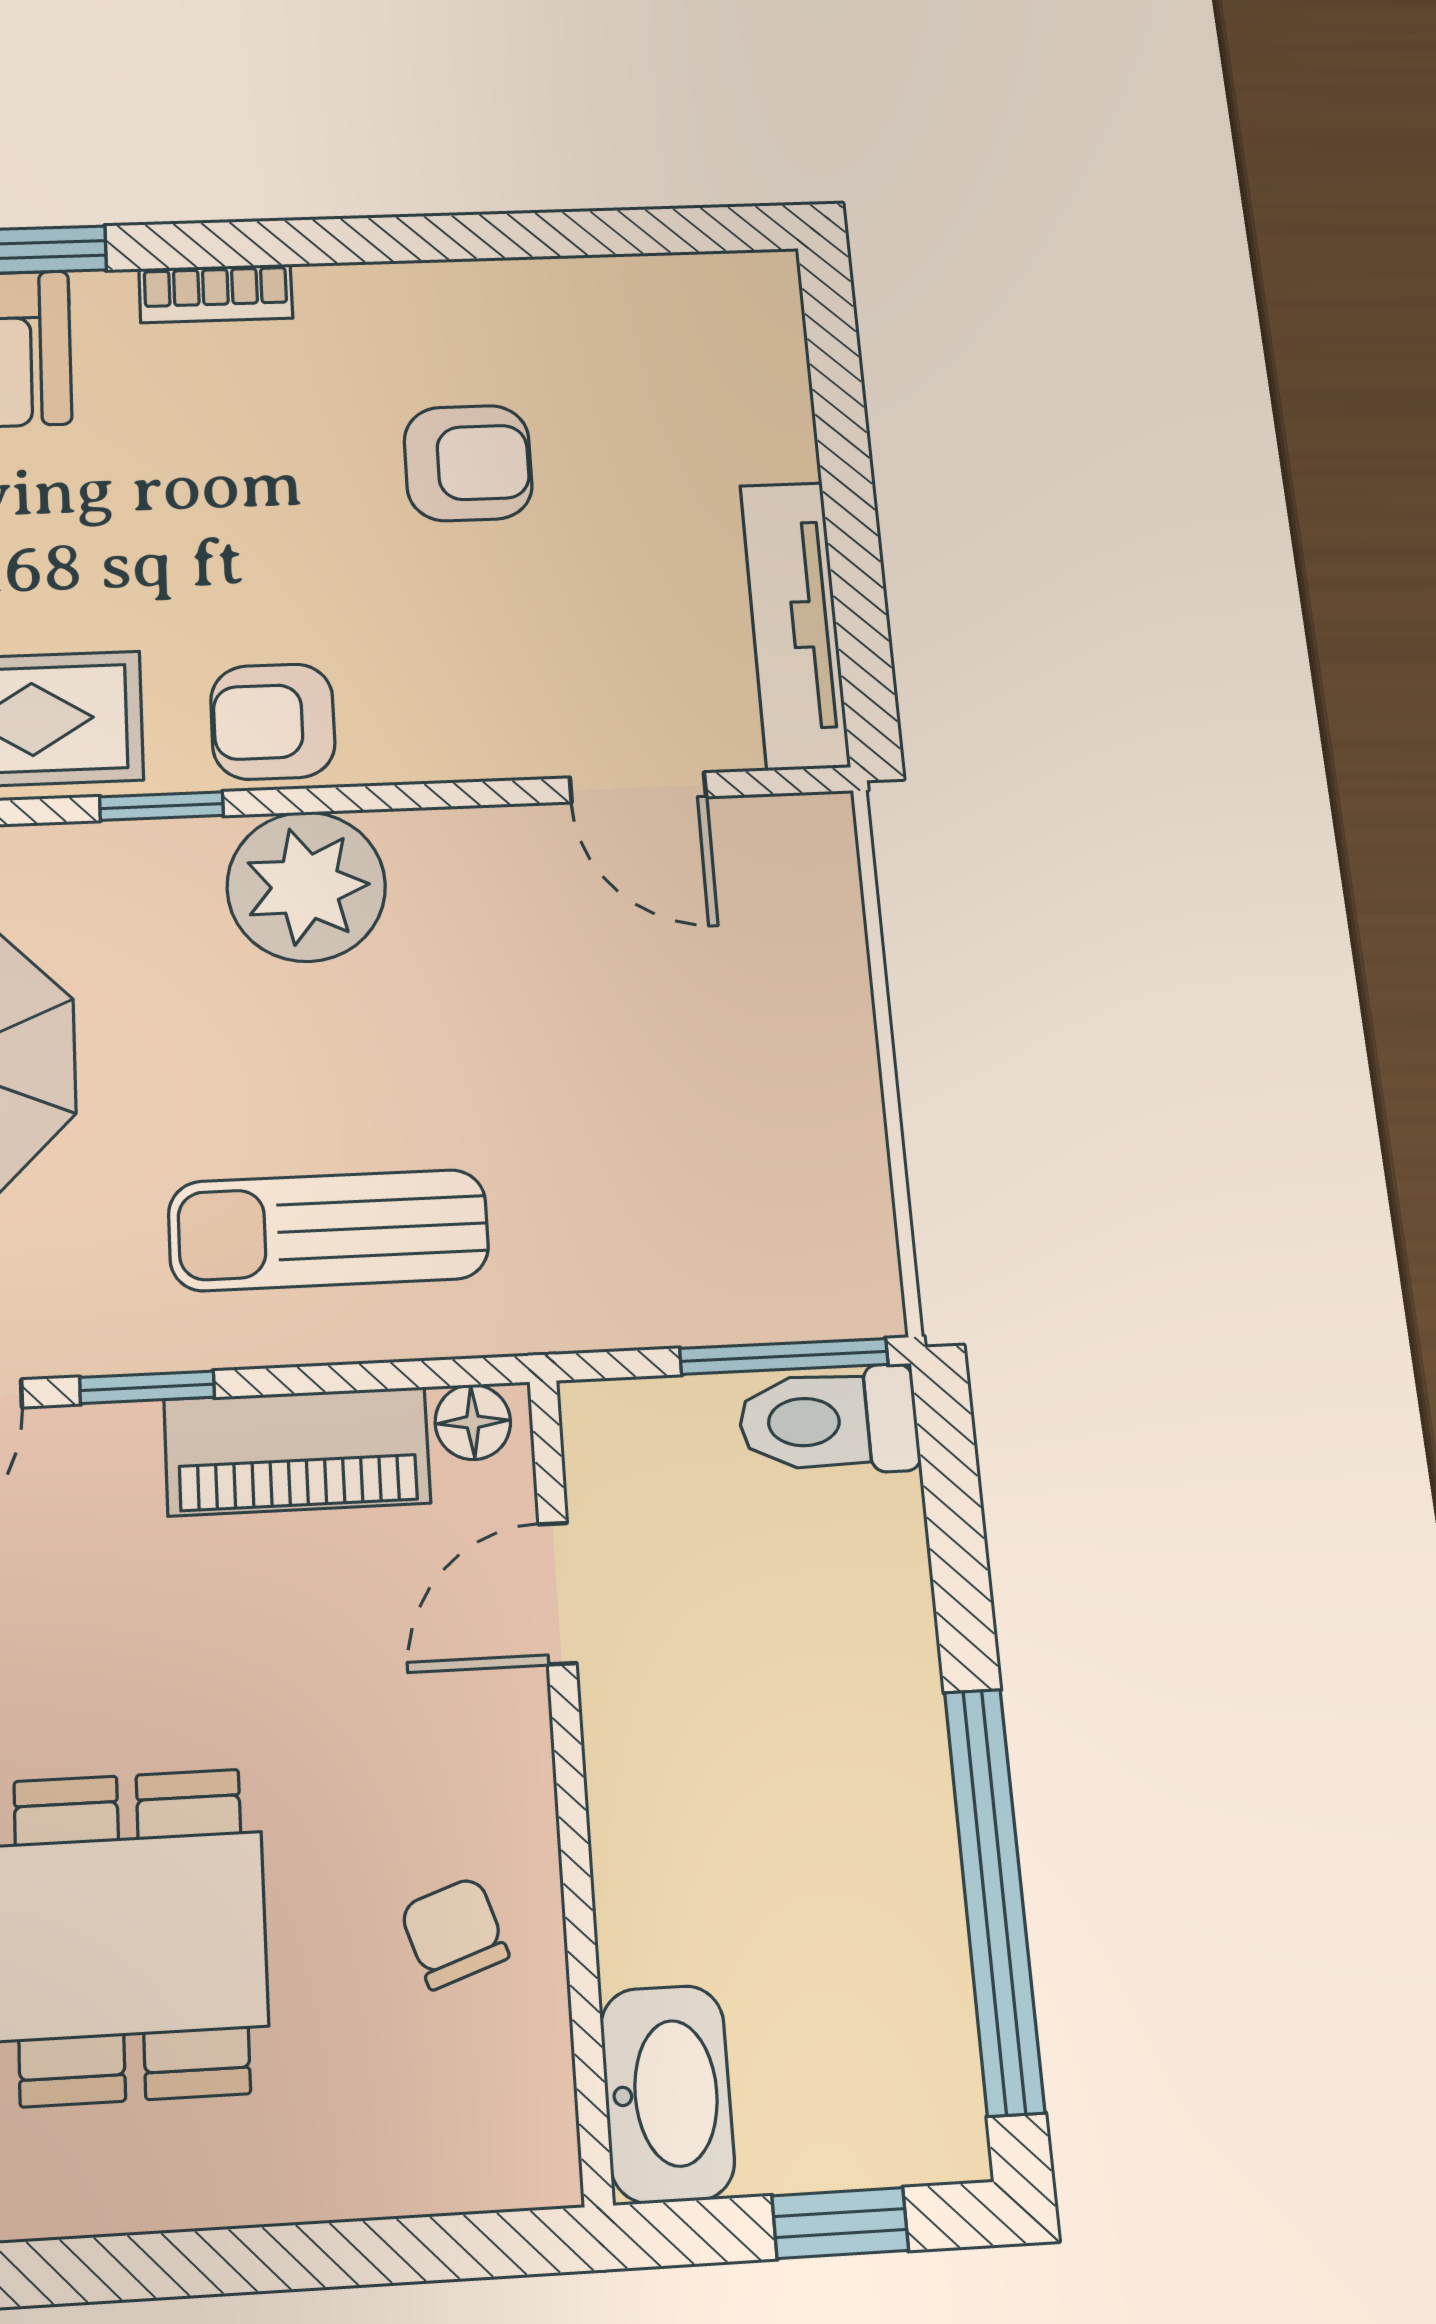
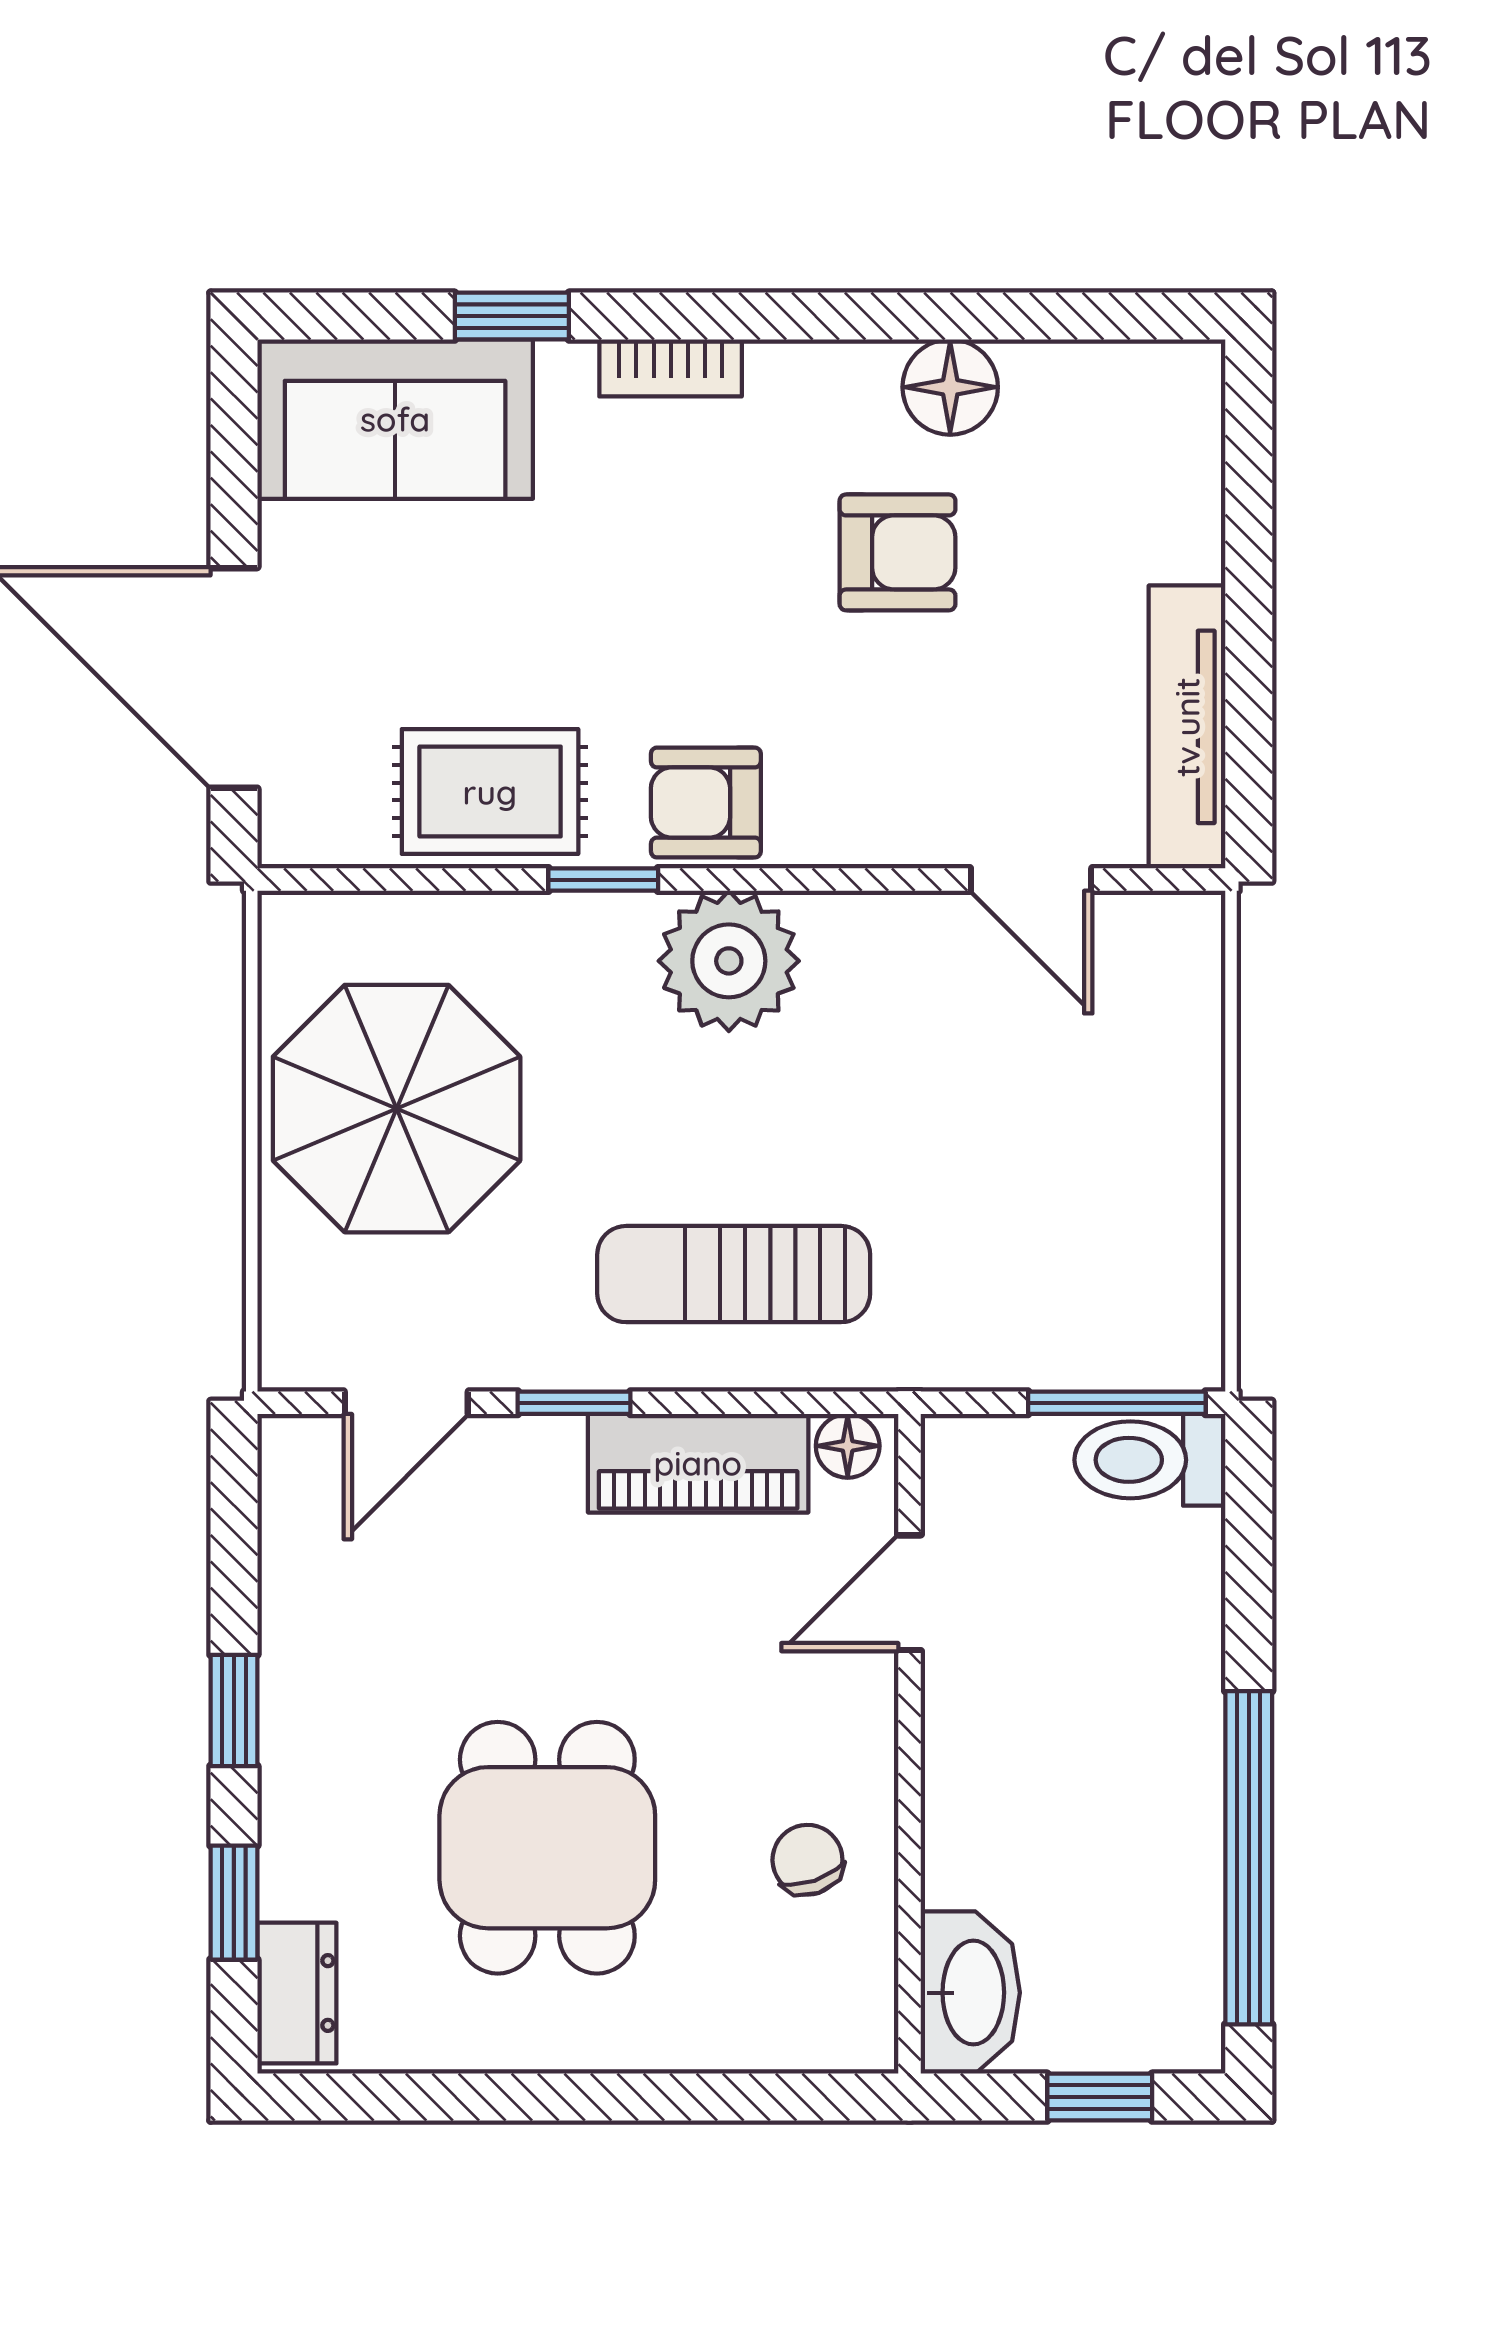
floor lamp: (513, 302) -> (950, 387), added

